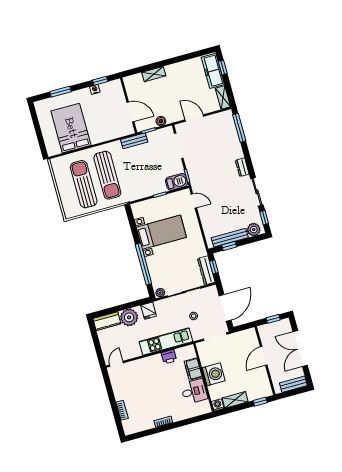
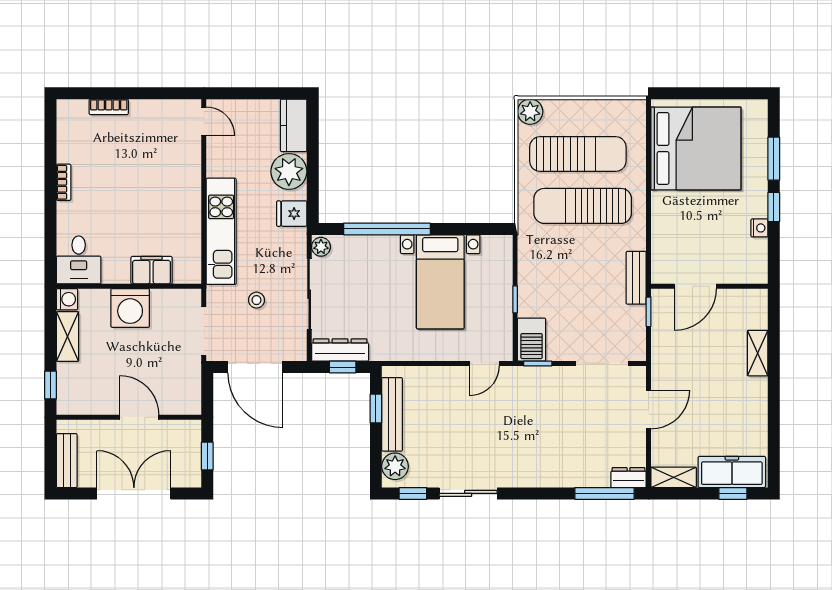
window: (100, 81) -> (774, 207), moved
boiler: (161, 121) -> (661, 342), removed
bed: (71, 128) -> (696, 148), width x1.36
dresser: (242, 167) -> (628, 478), moved
plant: (70, 212) -> (530, 112), added
printer: (169, 357) -> (189, 229), removed
desk: (194, 391) -> (79, 260), moved

